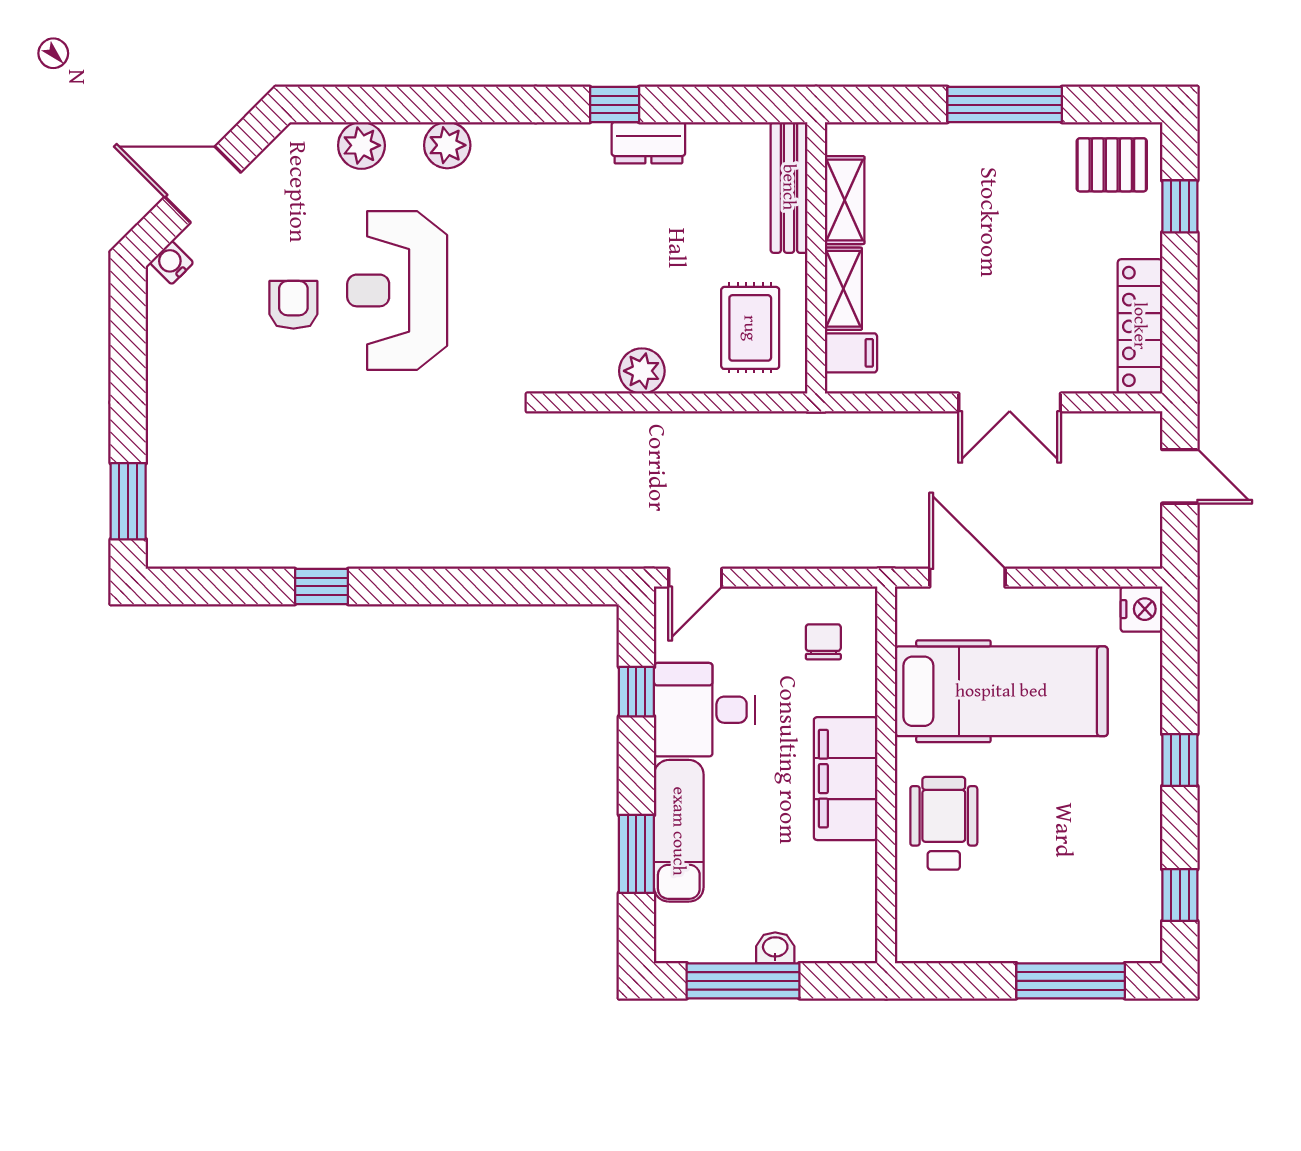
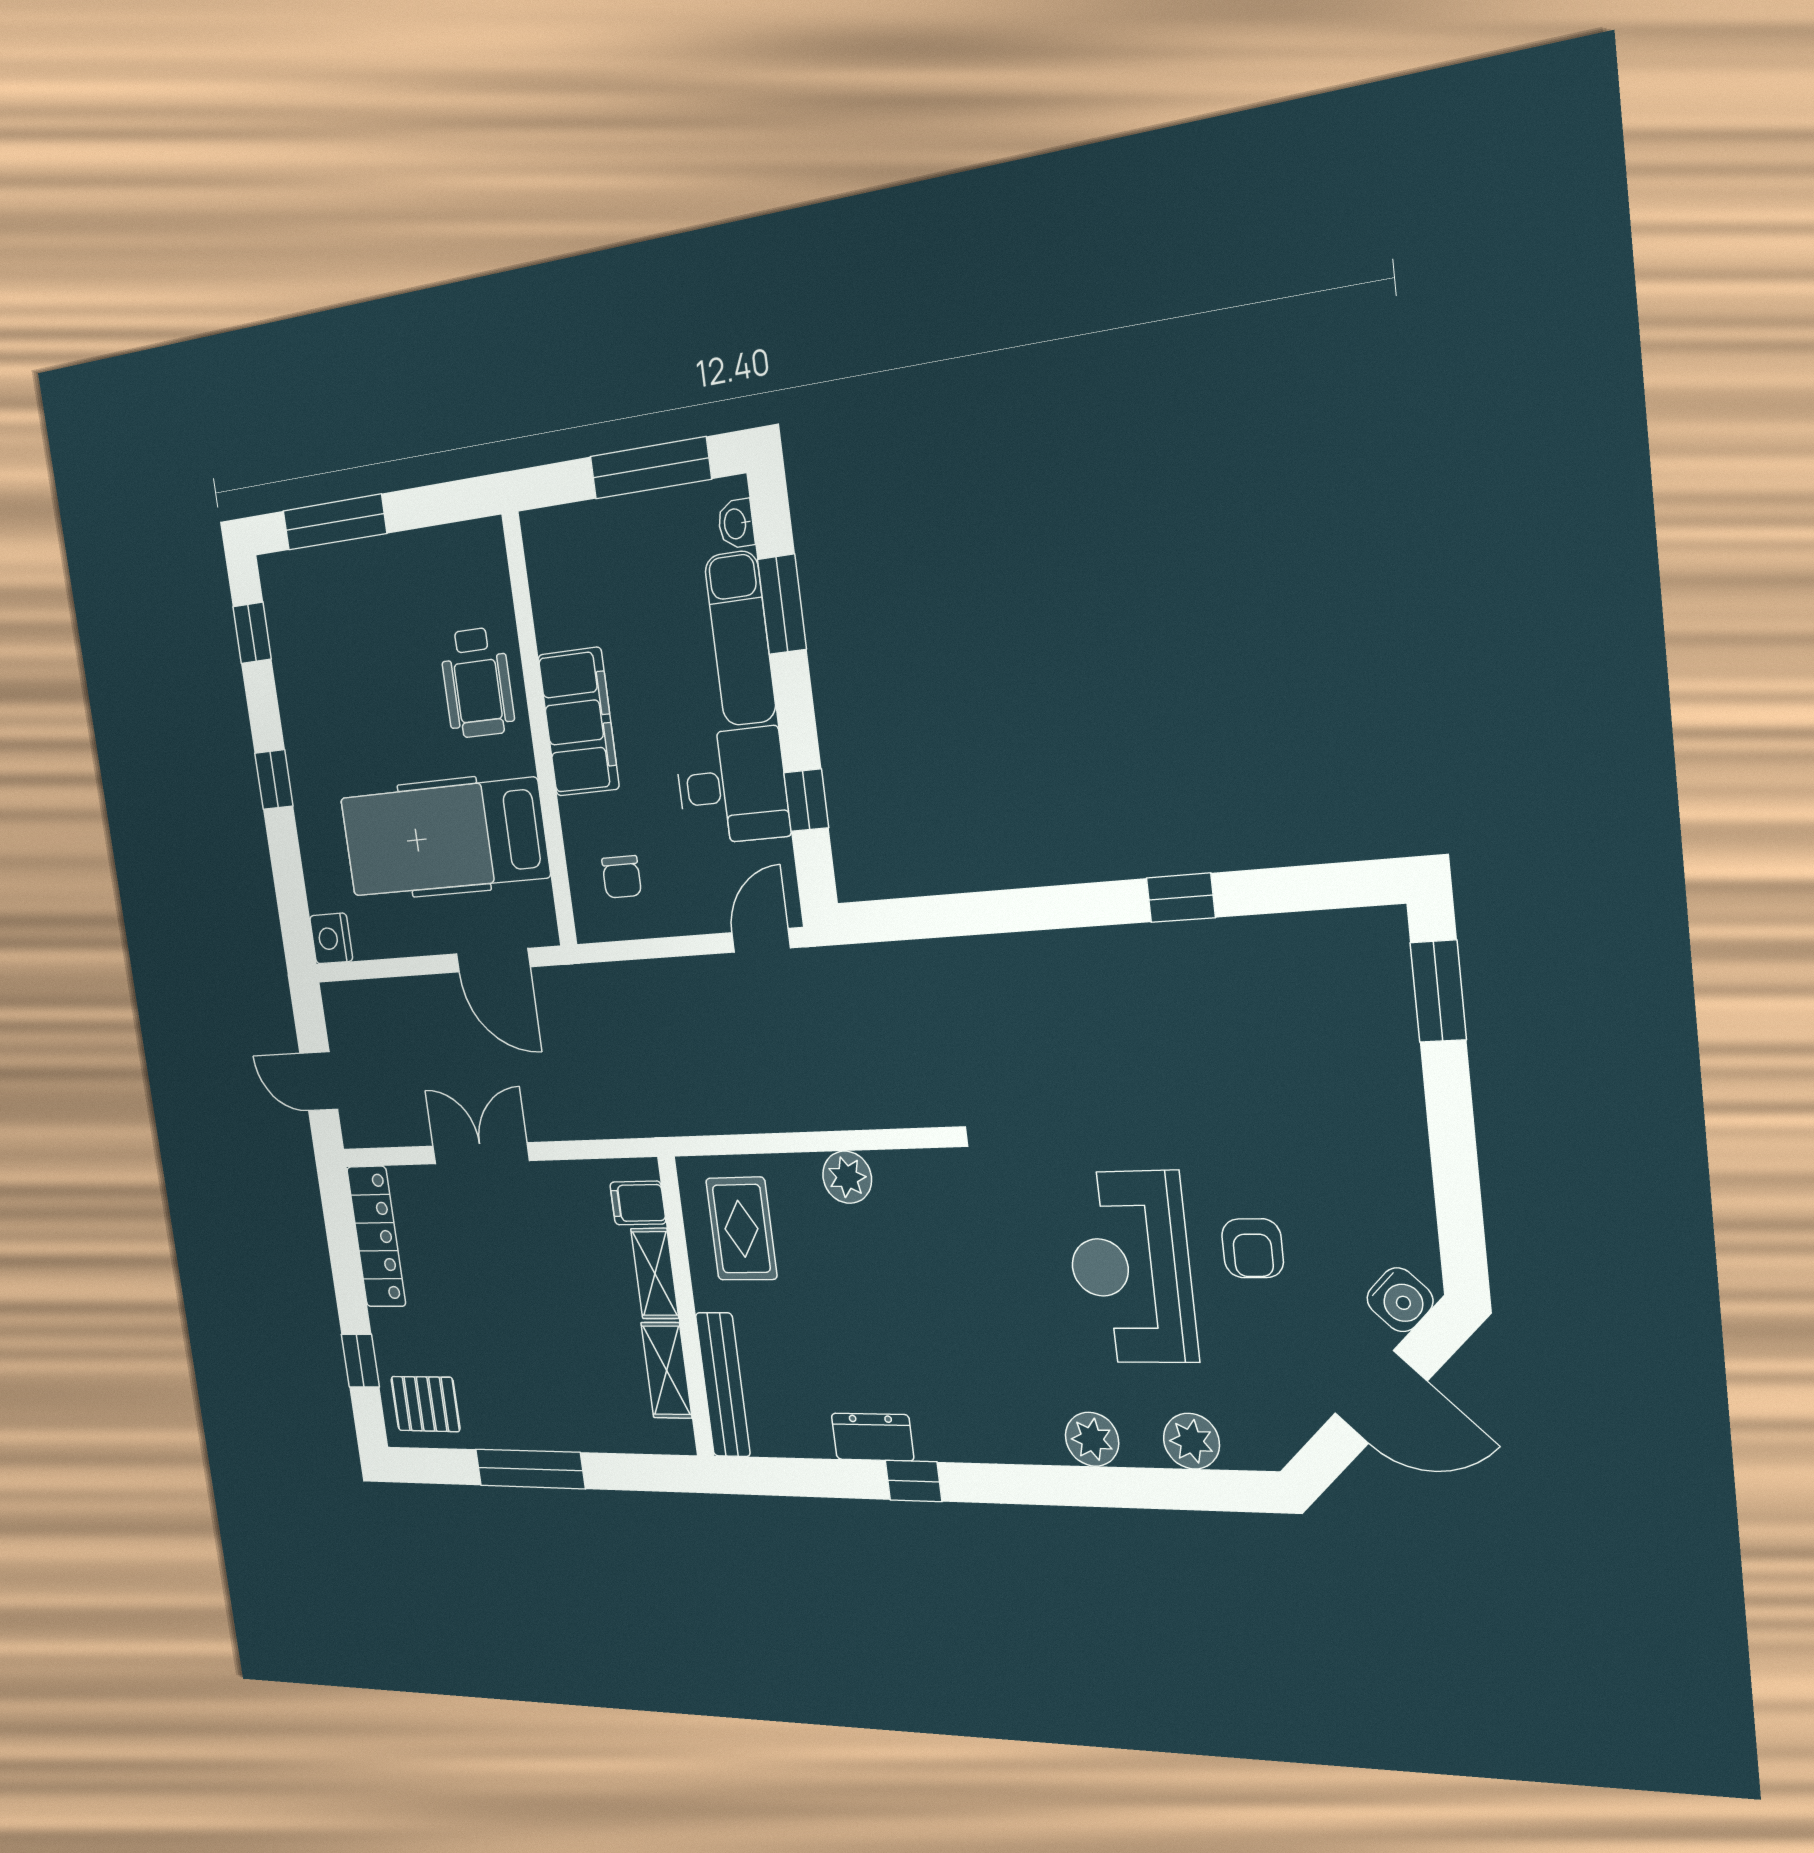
water cooler: (172, 263) -> (1400, 1300), width x1.38, depth x1.38
reception desk: (397, 290) -> (1130, 1267), turned 180
washbasin: (775, 948) -> (736, 524), moved, turned 90

